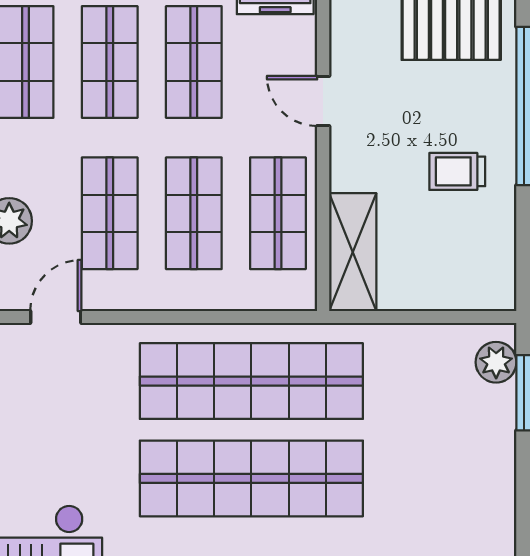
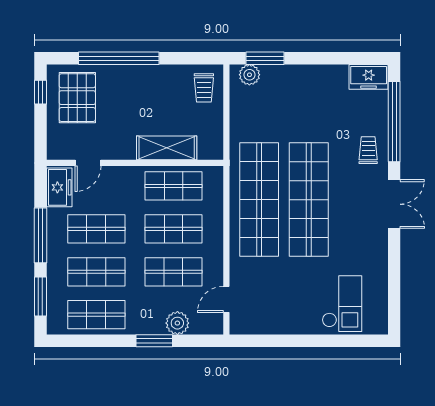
door: (323, 101) -> (88, 163), moved
trolley: (457, 171) -> (204, 88), moved
shelving: (353, 252) -> (167, 148), moved
door: (56, 317) -> (226, 299), hinge flipped

